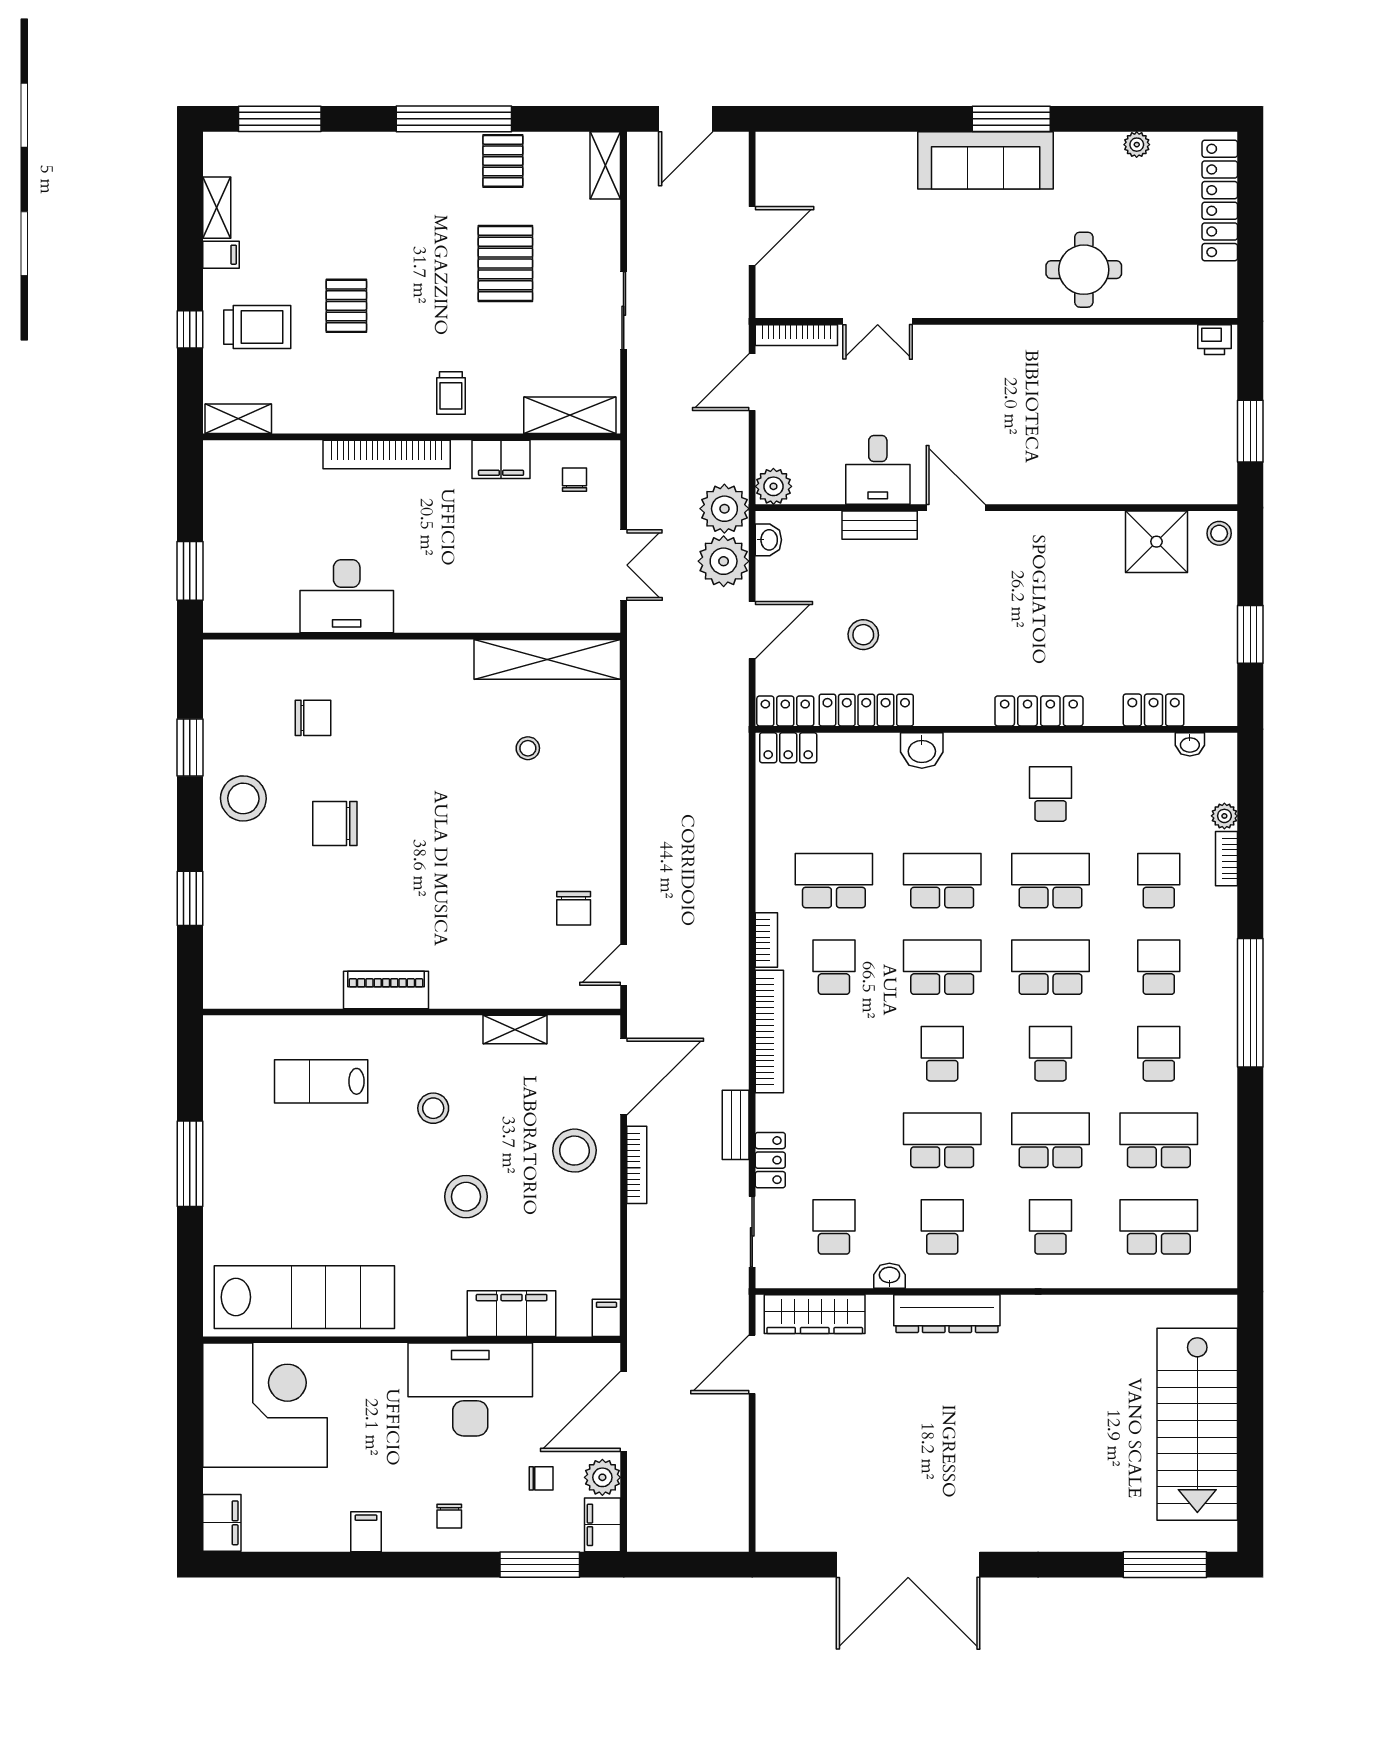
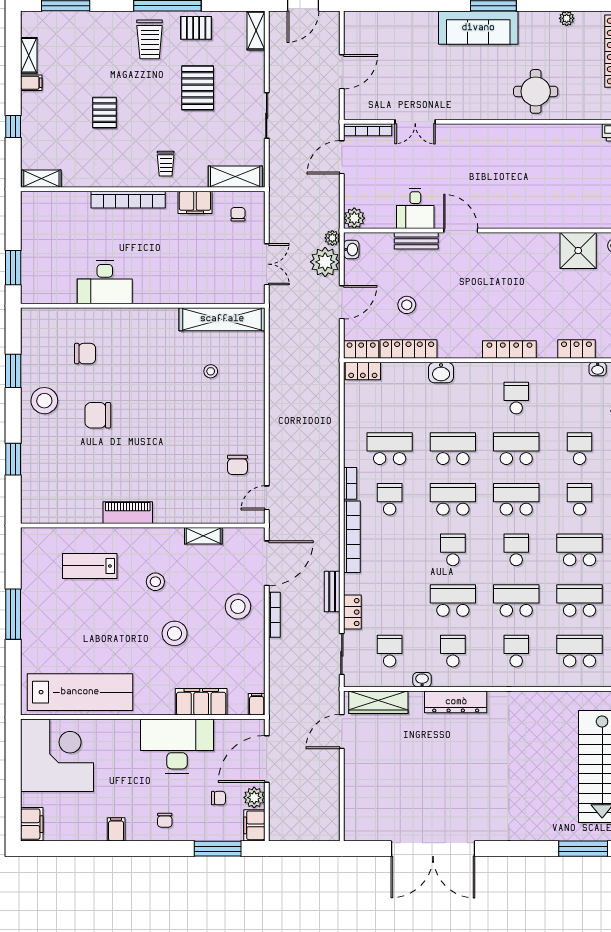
pallet: (503, 161) -> (196, 28), turned 90
trolley: (257, 327) -> (150, 39), moved, turned 90
plant: (724, 509) -> (332, 238), width x0.53, depth x0.53
school desk: (1159, 1054) -> (580, 550), width x1.85

